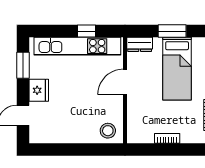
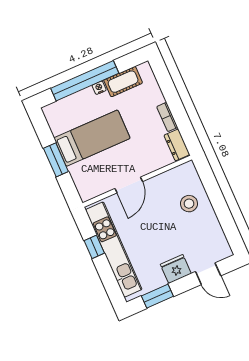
dresser: (140, 44) -> (177, 145), moved, turned 180
door: (125, 82) -> (129, 185), hinge flipped
stool: (108, 131) -> (189, 204), moved

